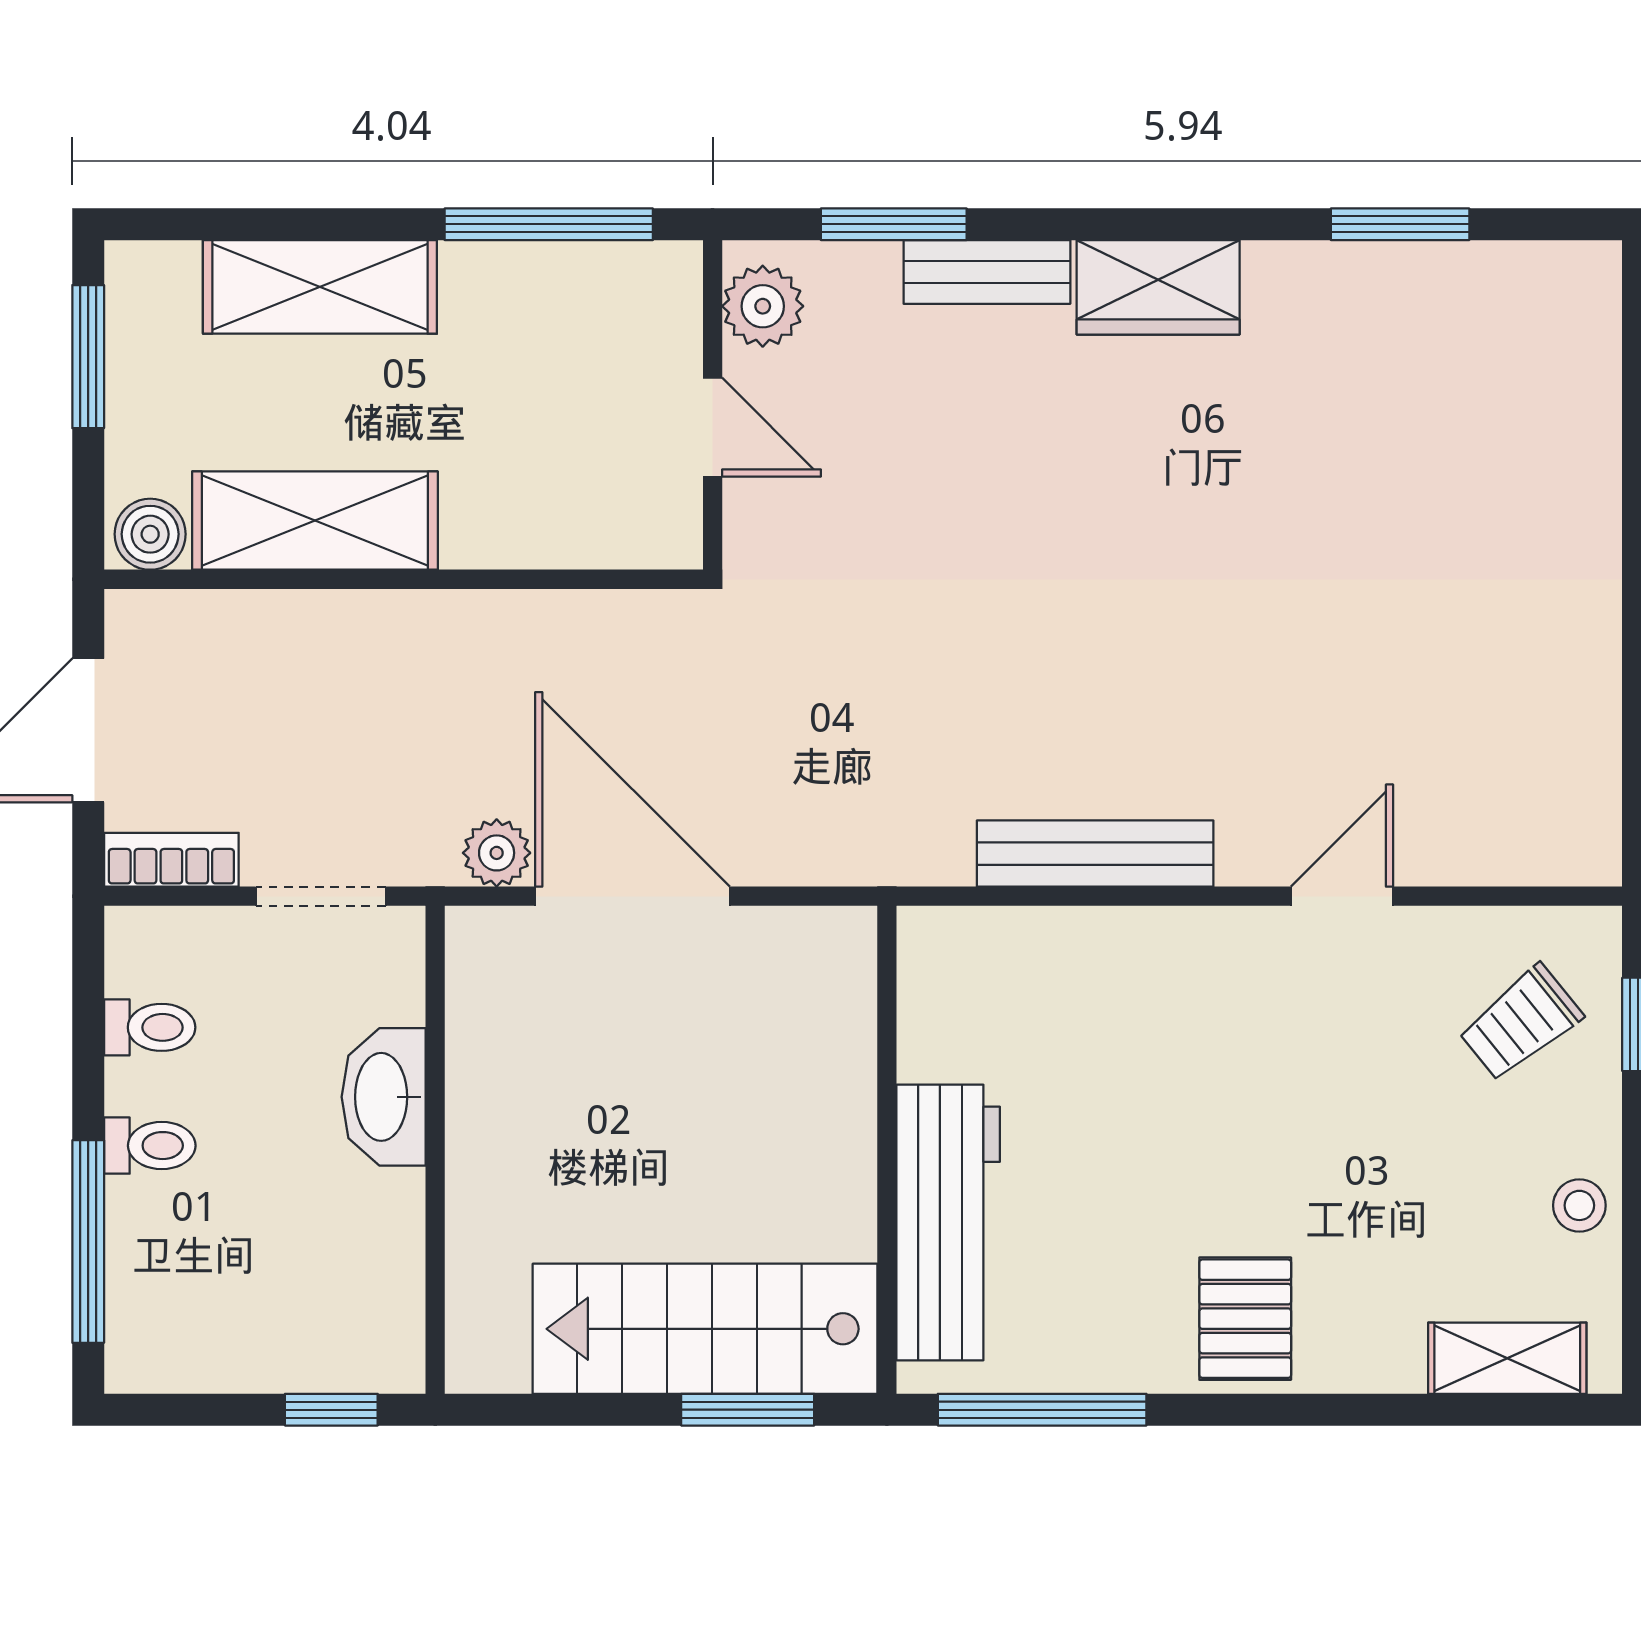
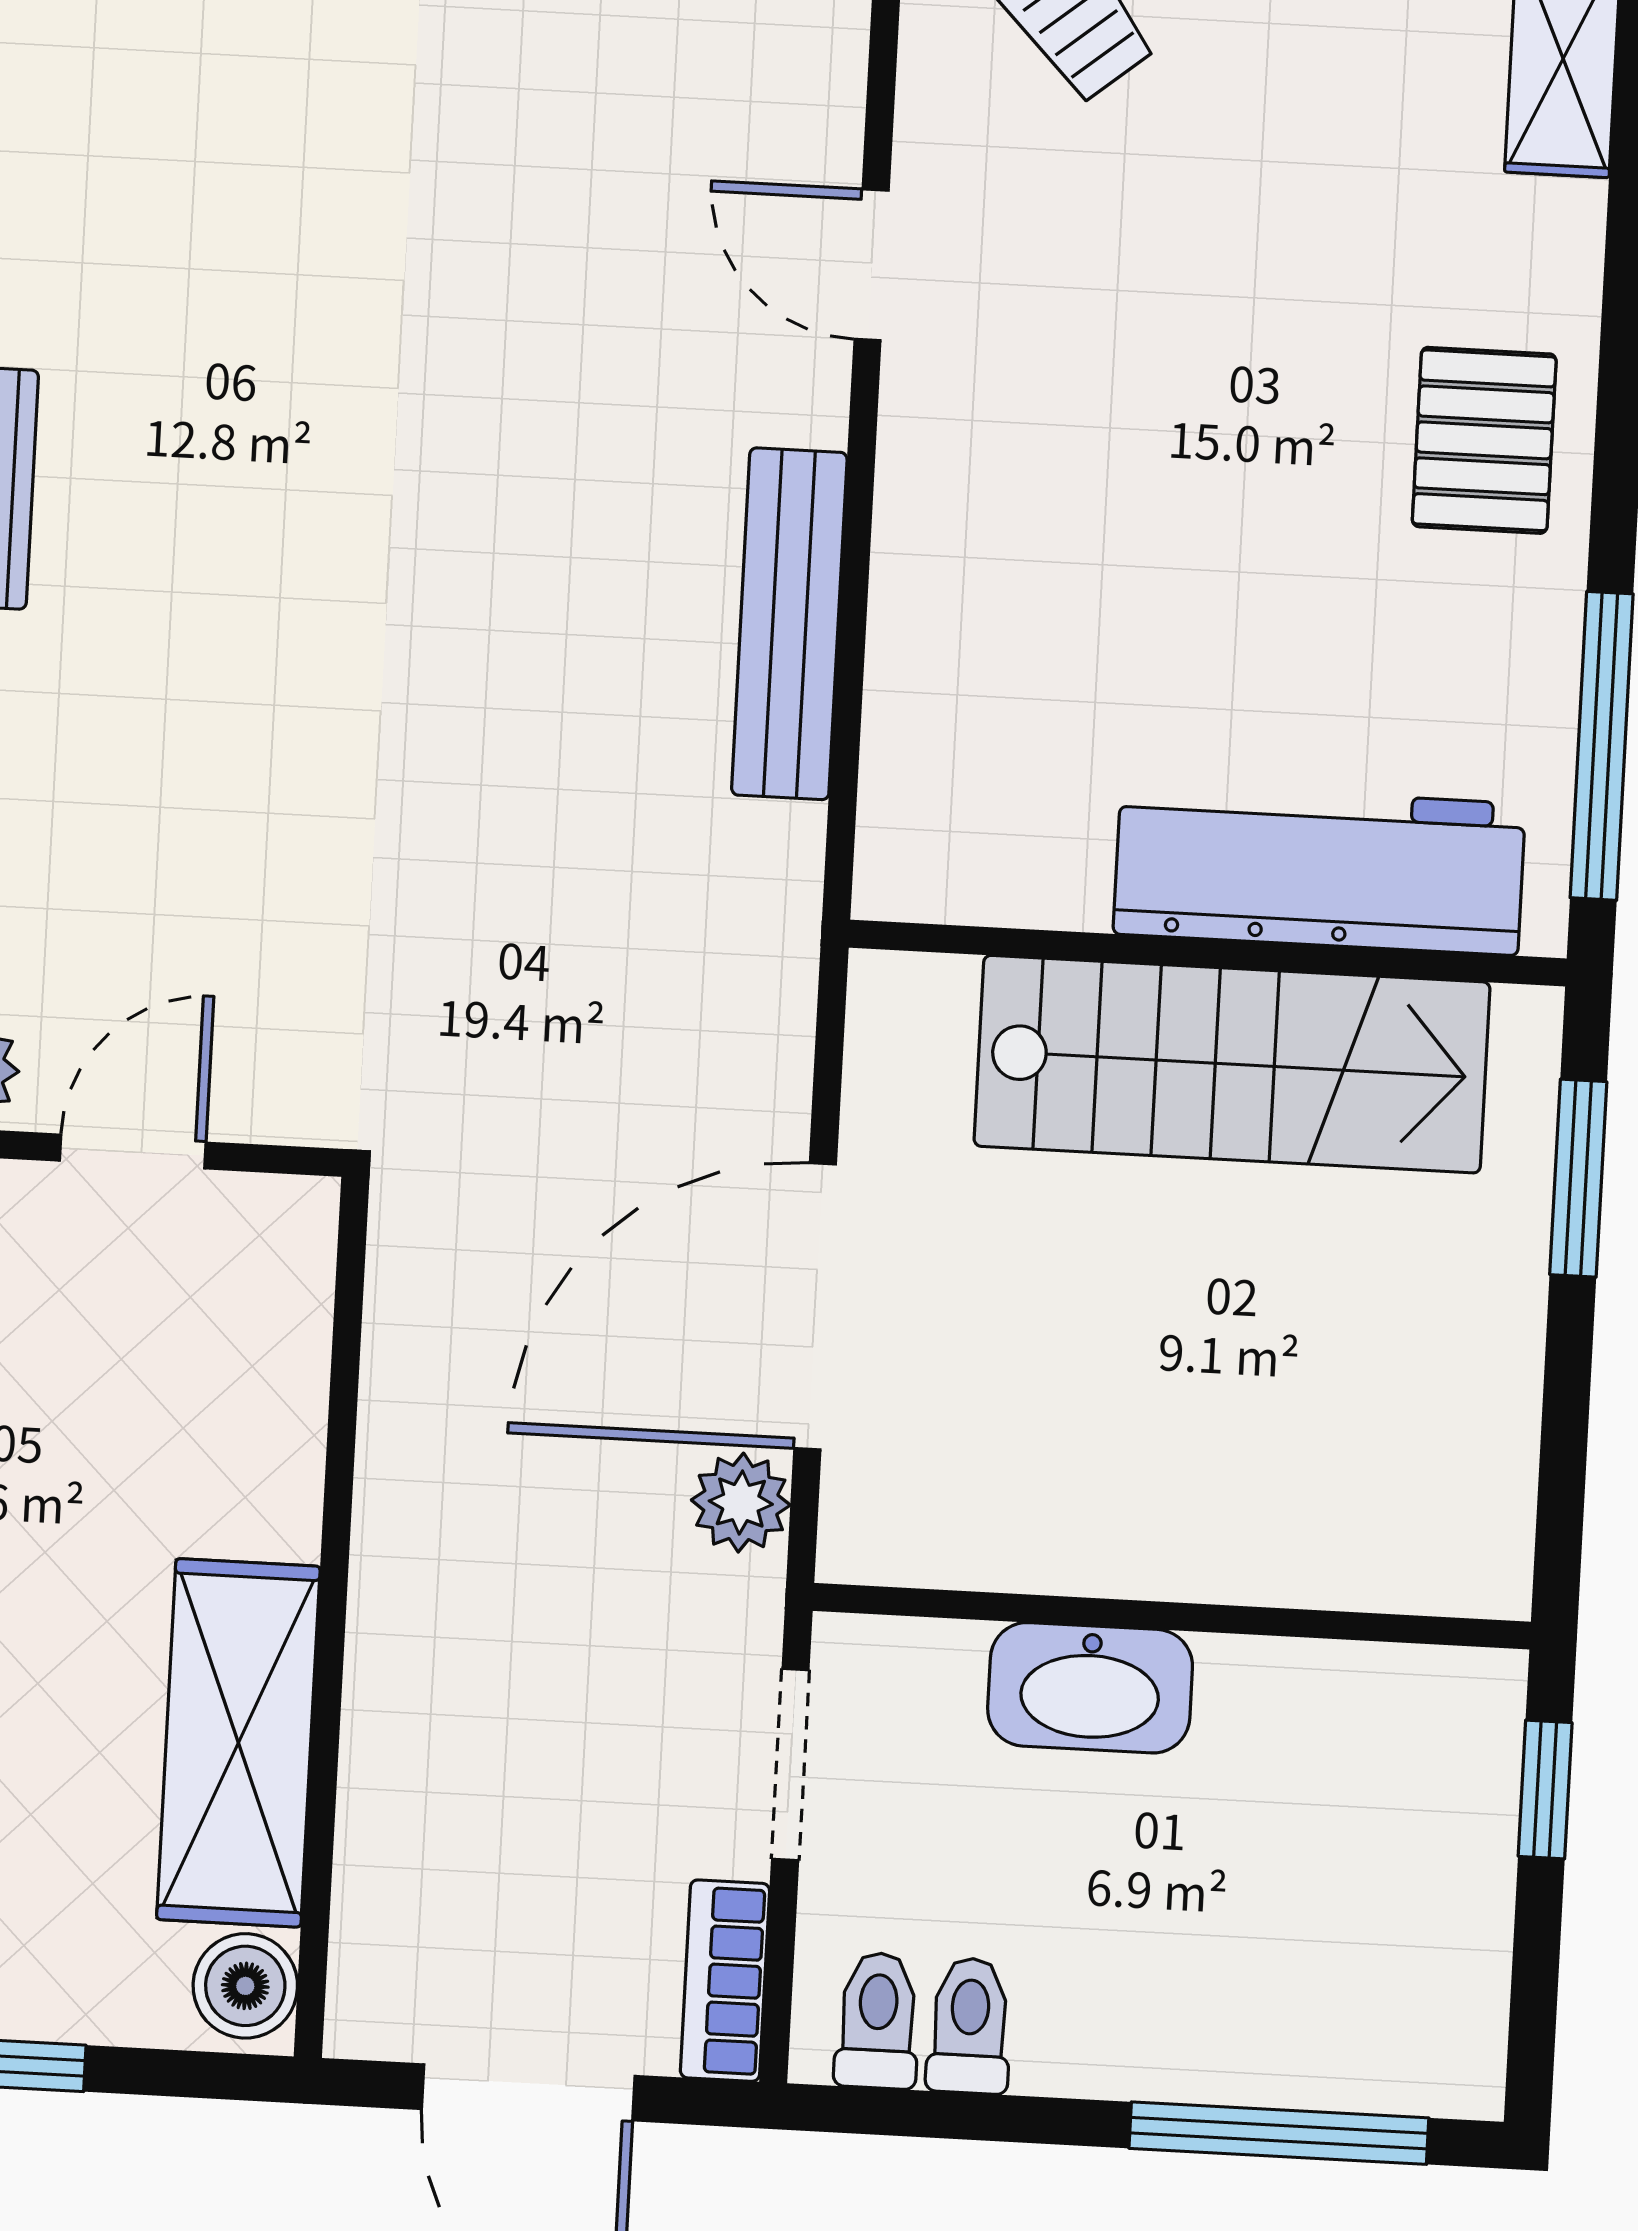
toilet: (150, 1146) -> (878, 2021), moved
pallet: (1245, 1319) -> (1484, 440), turned 90
stairs: (705, 1329) -> (1232, 1064), moved, turned -90

